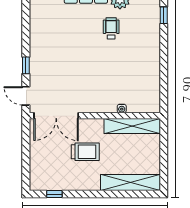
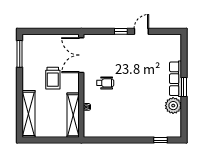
wheelchair: (111, 28) -> (105, 83), moved
door: (26, 96) -> (141, 31), moved
window: (54, 194) -> (20, 54), width x2.17

